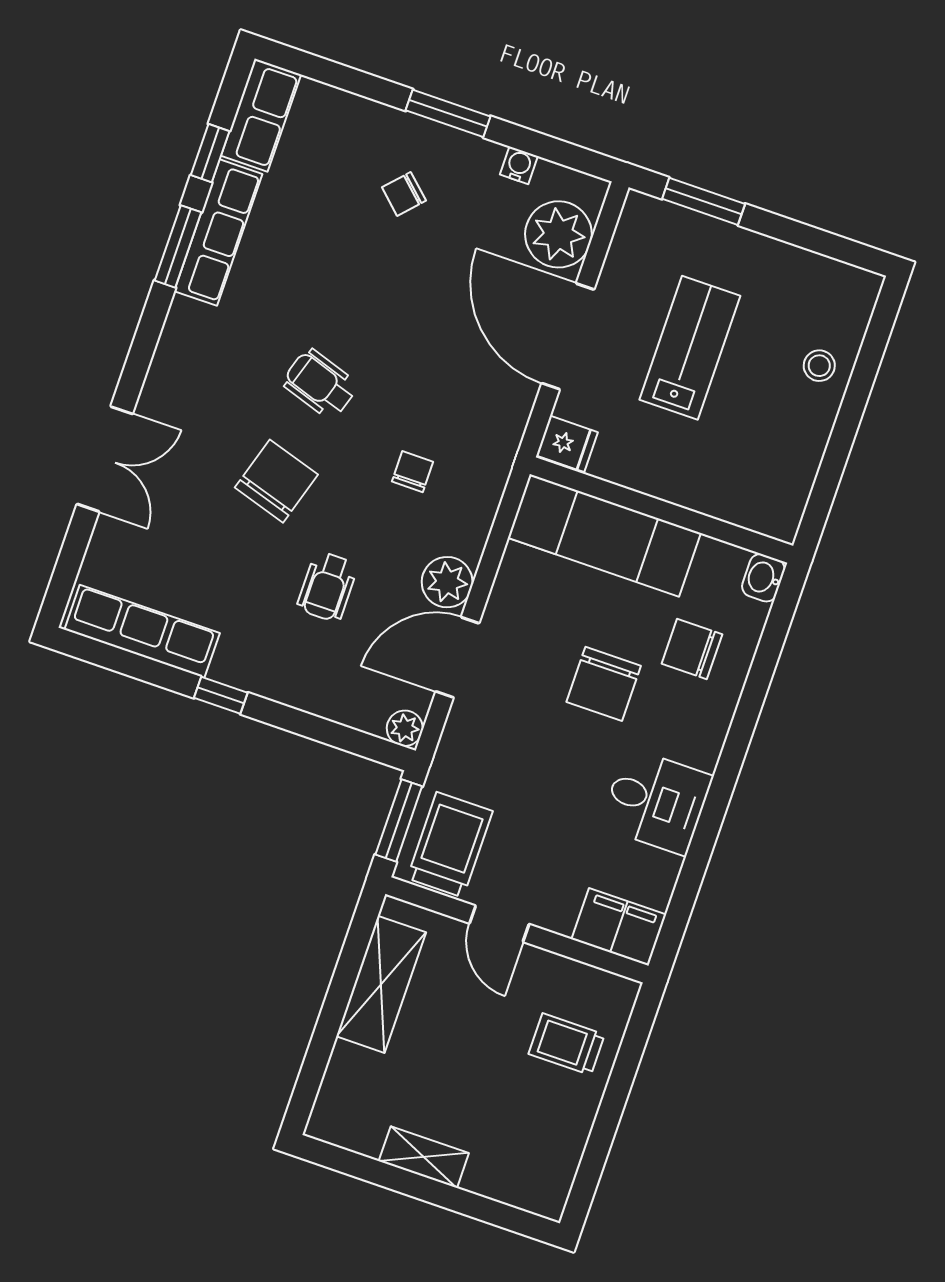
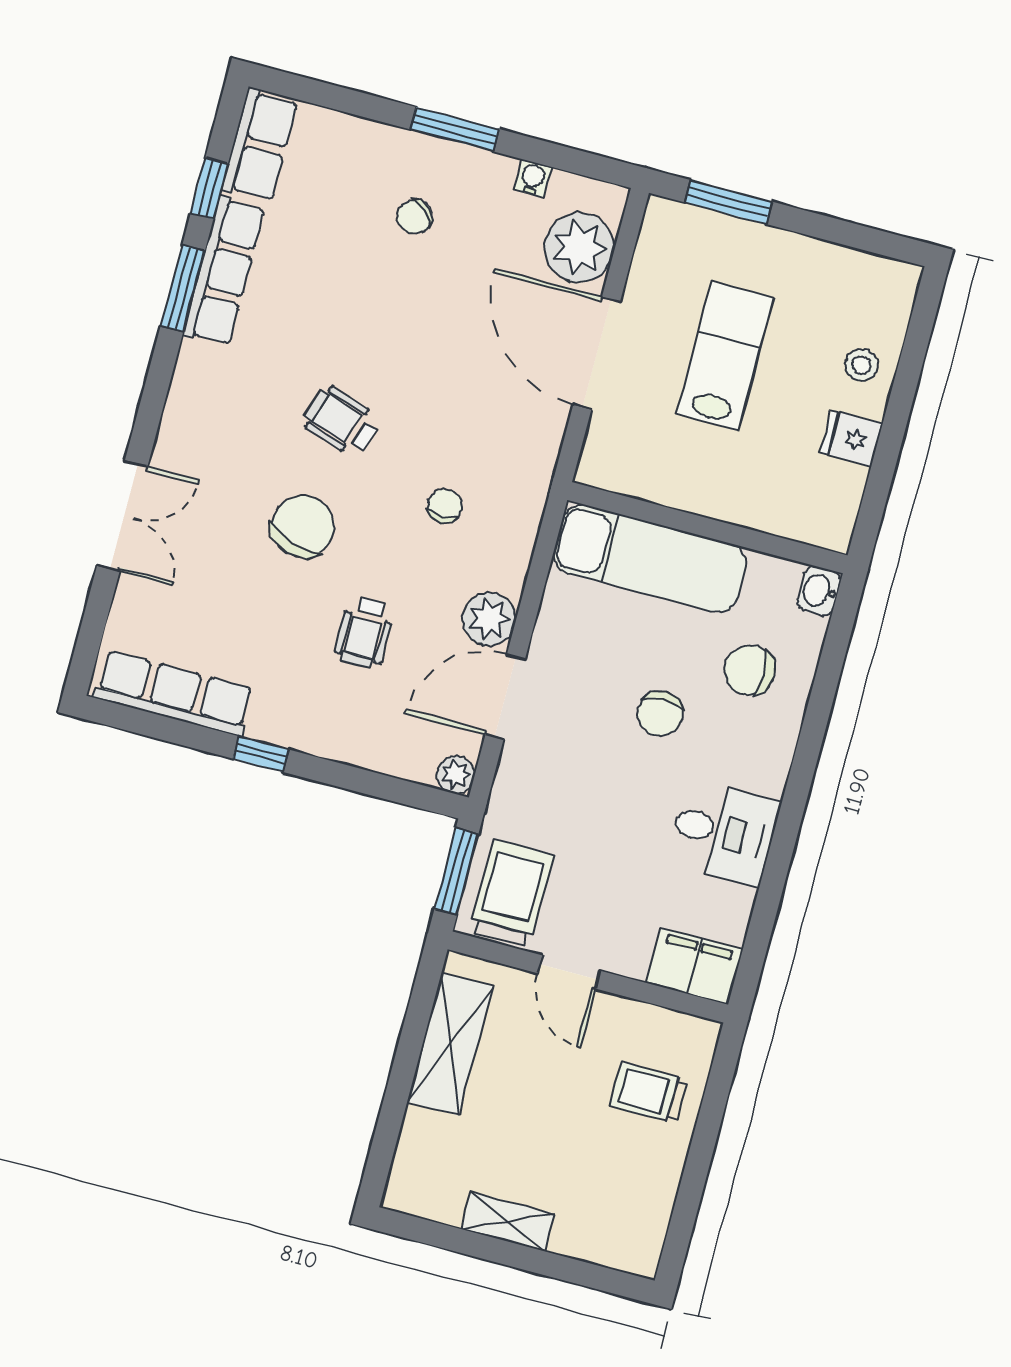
fridge: (567, 444) -> (851, 438), moved, turned 180
chair: (604, 684) -> (660, 714), width x0.73, depth x0.73

